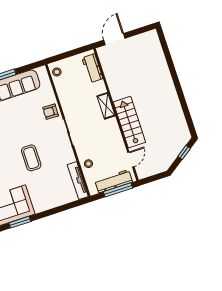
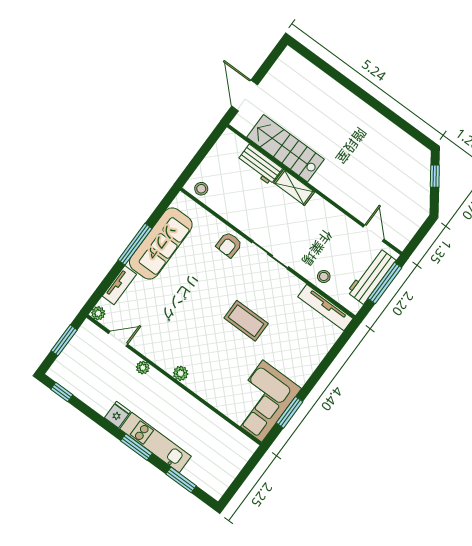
workbench: (92, 68) -> (260, 165), moved
stairs: (129, 122) -> (285, 148), moved

